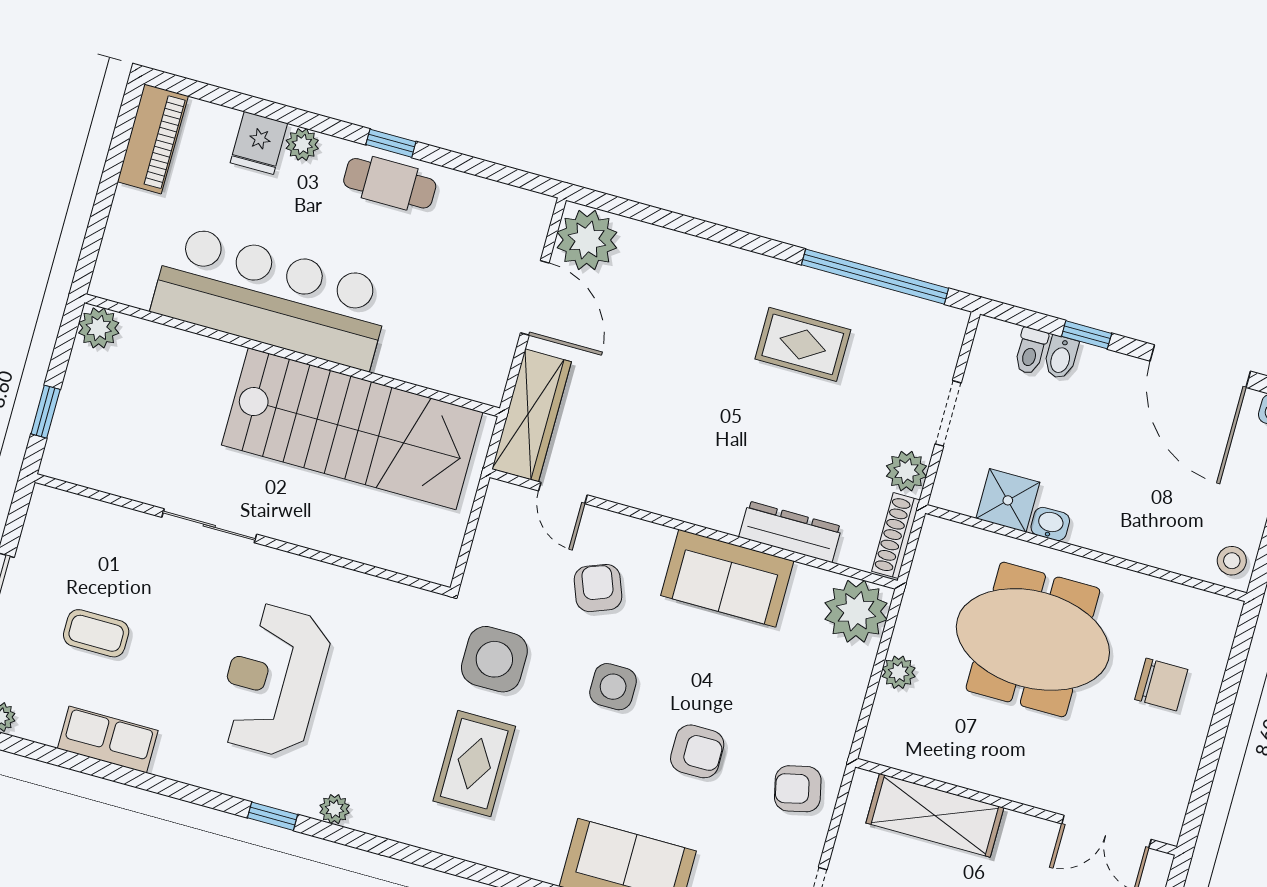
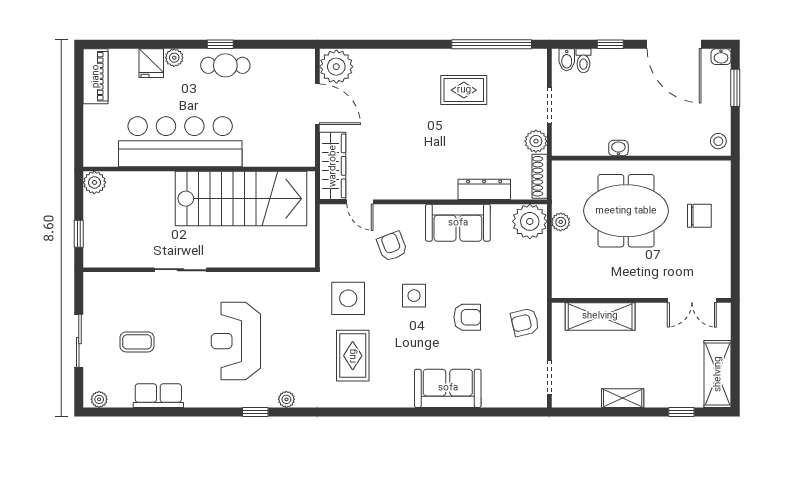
bidet: (1061, 357) -> (567, 60), moved
shower: (1008, 500) -> (593, 142), removed
plant: (899, 672) -> (561, 222), moved

